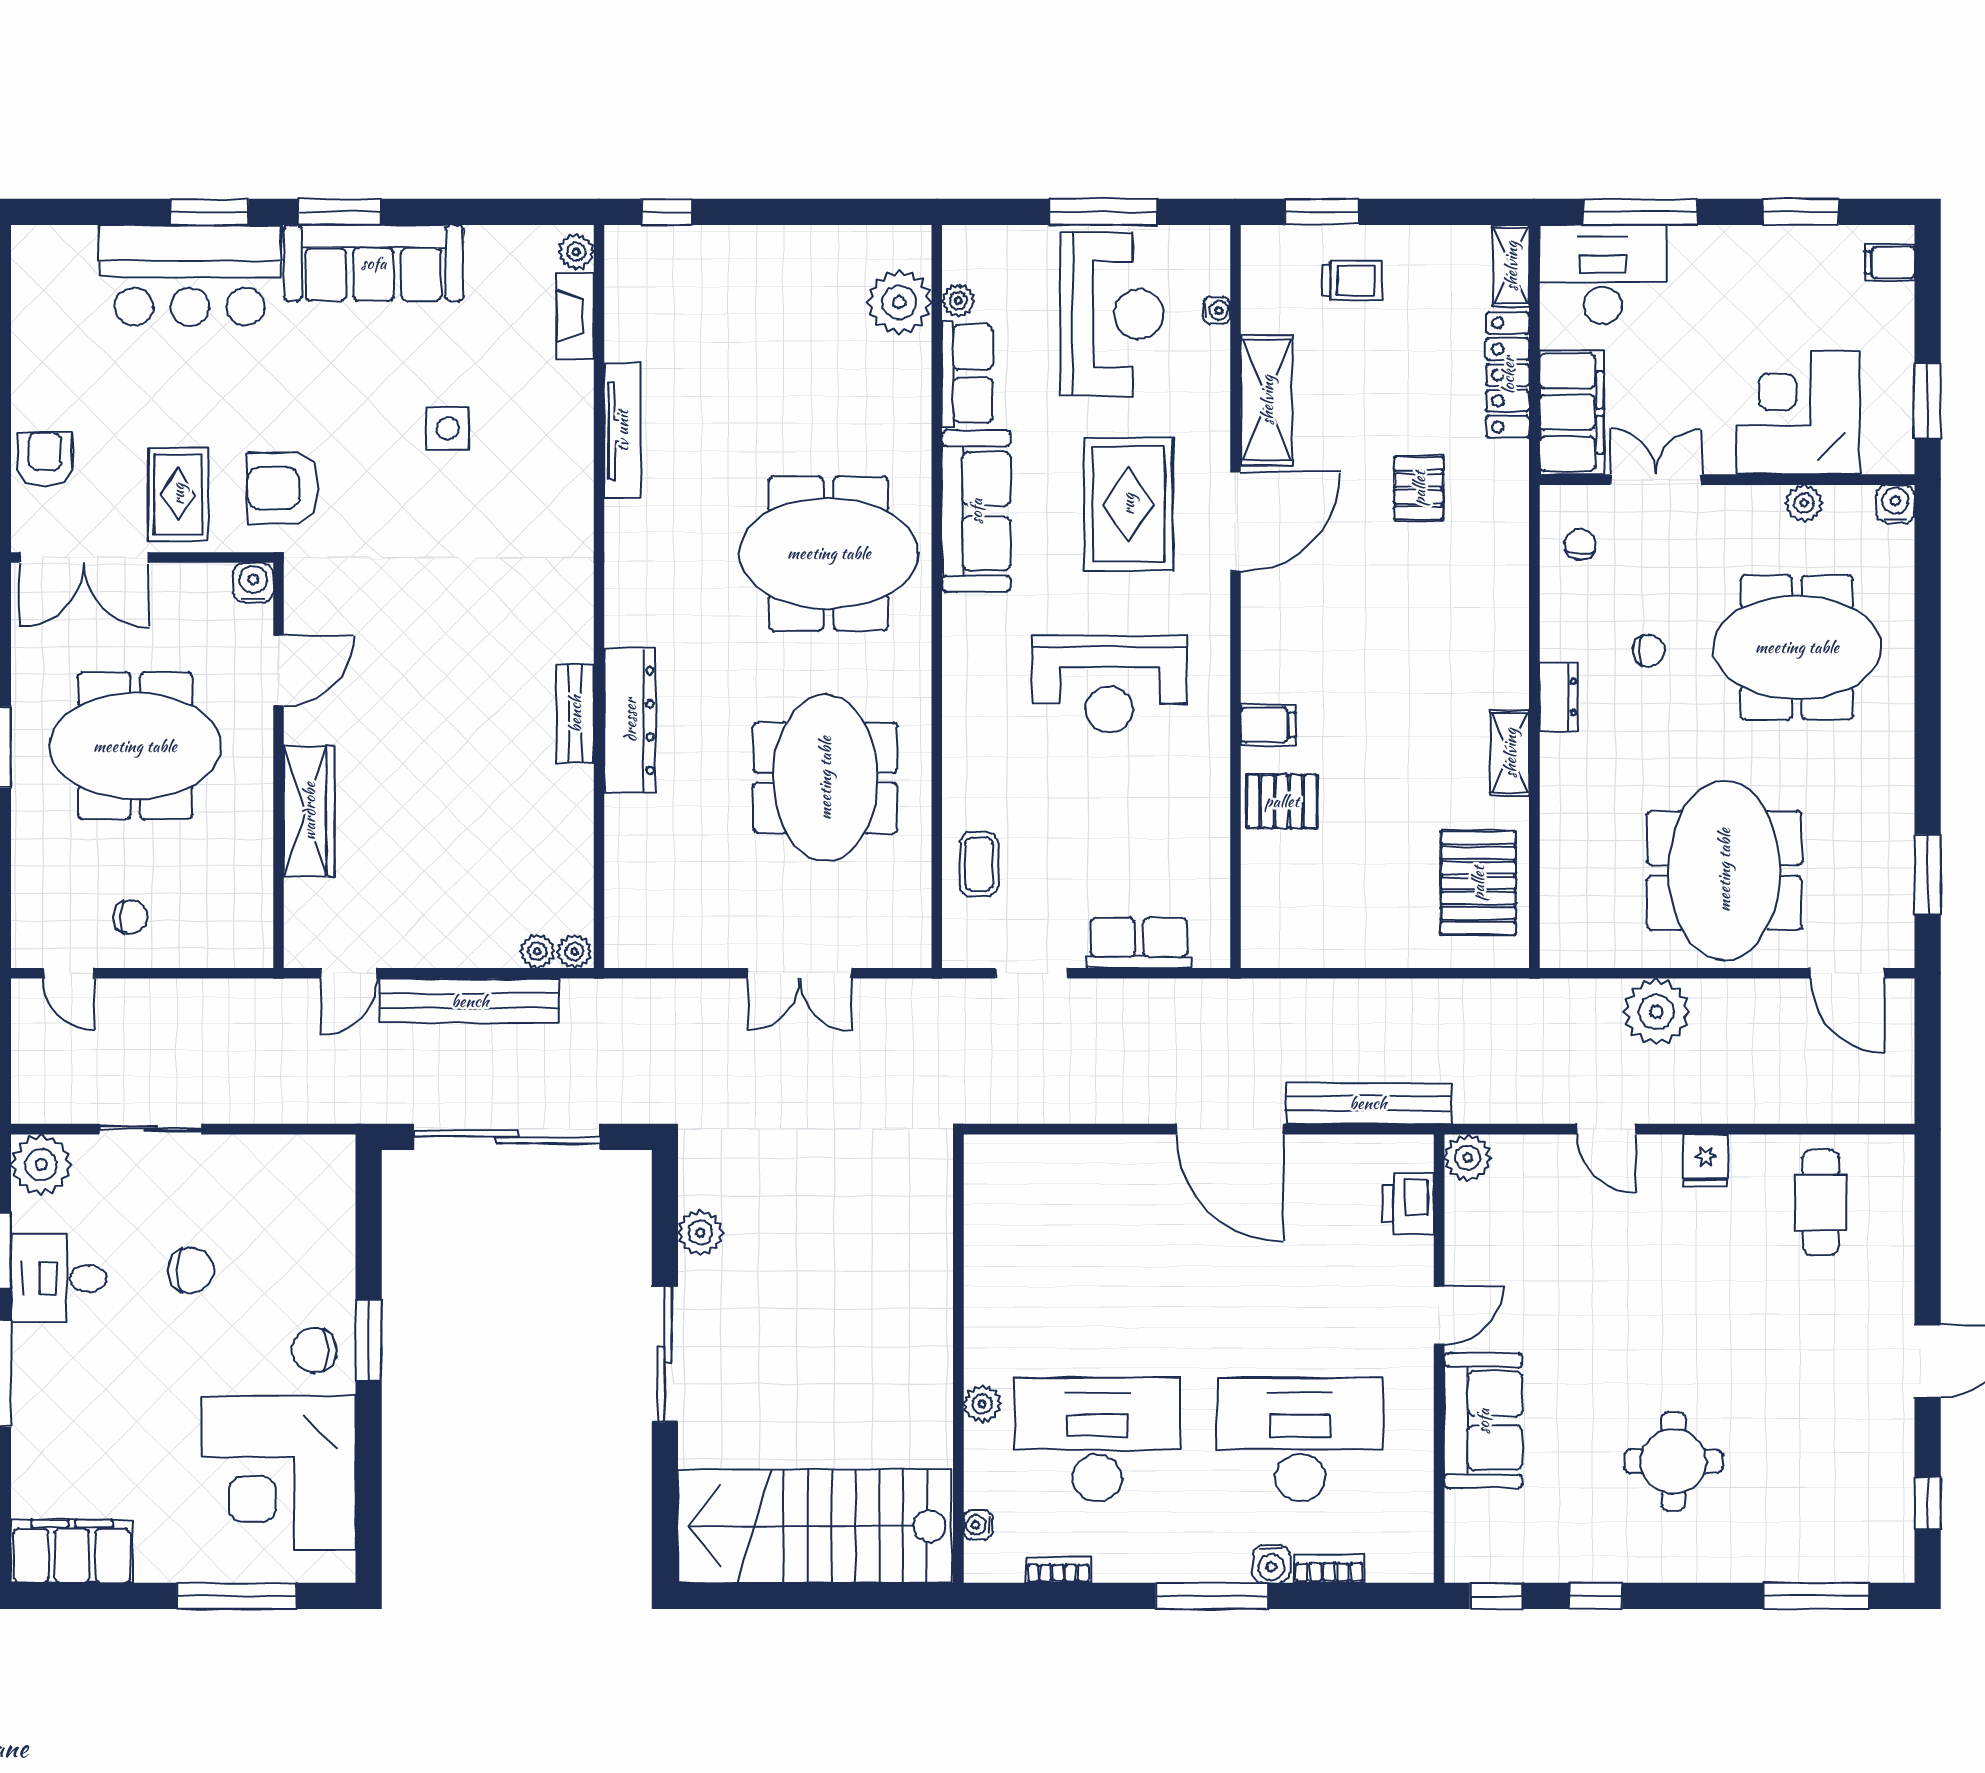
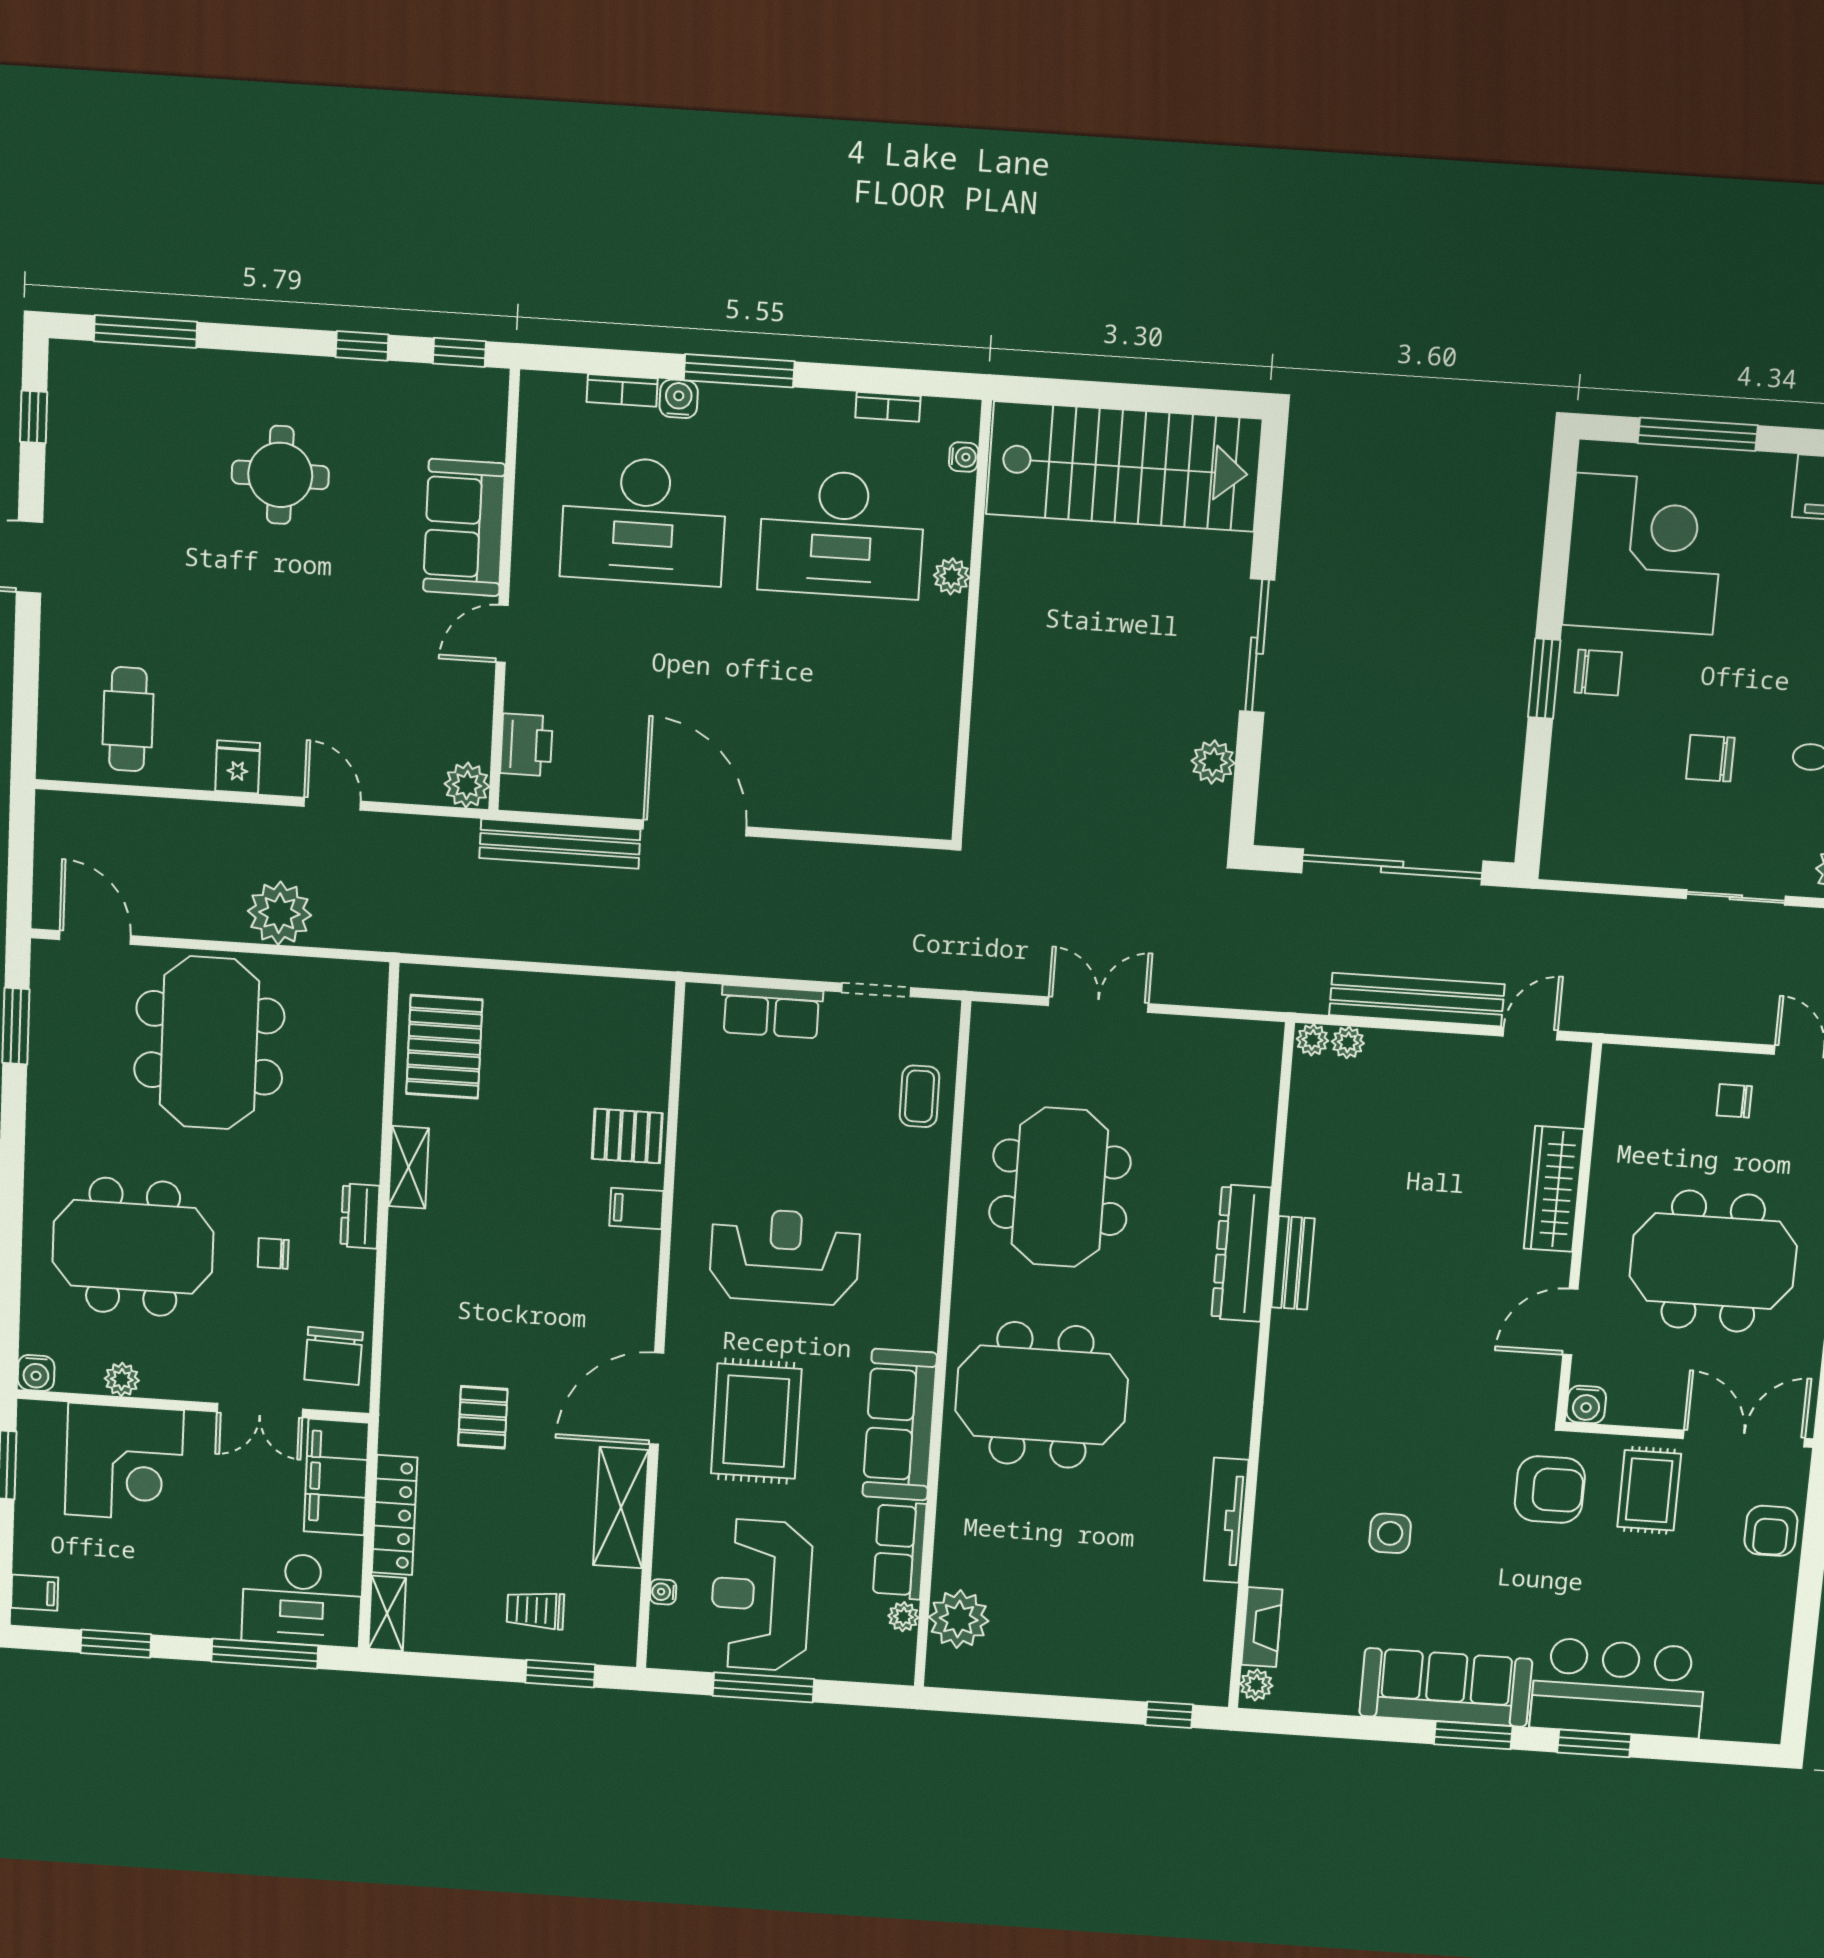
chair: (1580, 544) -> (333, 1356), width x1.87, depth x1.87

